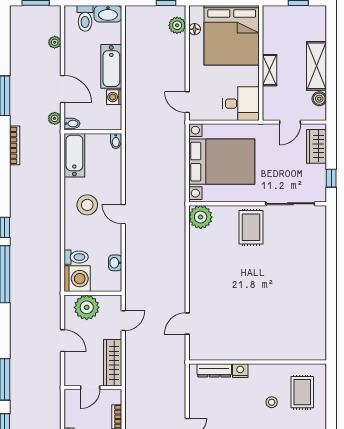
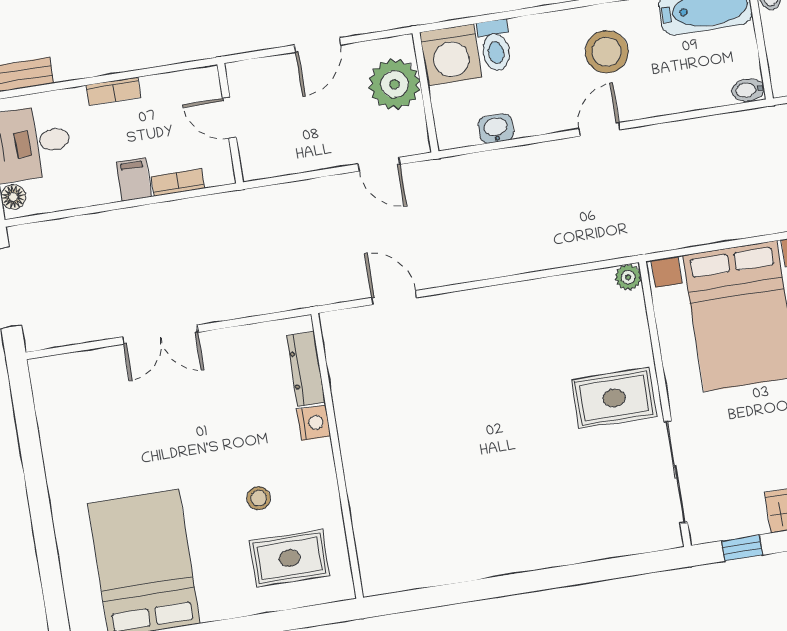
plant: (201, 217) -> (628, 277), width x0.53, depth x0.53
wardrobe: (113, 363) -> (288, 156), removed

